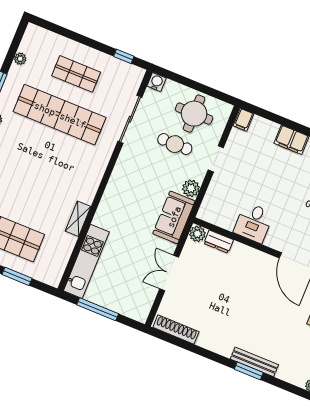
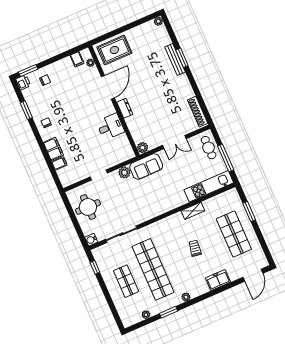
filing cabinet: (243, 120) -> (59, 163), moved
cafe table: (175, 144) -> (209, 148), moved
trolley: (37, 181) -> (195, 248), added
dresser: (219, 242) -> (125, 108), moved

